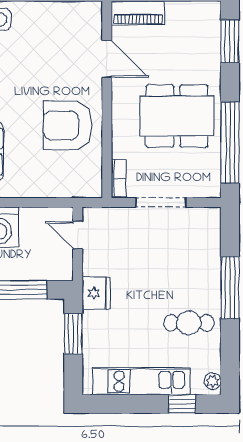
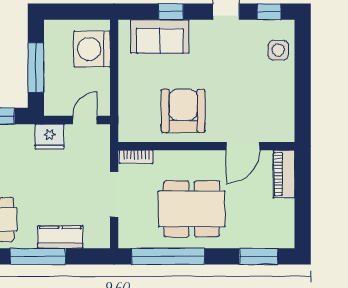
dining table: (177, 116) -> (192, 209), turned 90
kitchen counter: (208, 263) -> (60, 237), added
fridge: (96, 293) -> (50, 137), moved

